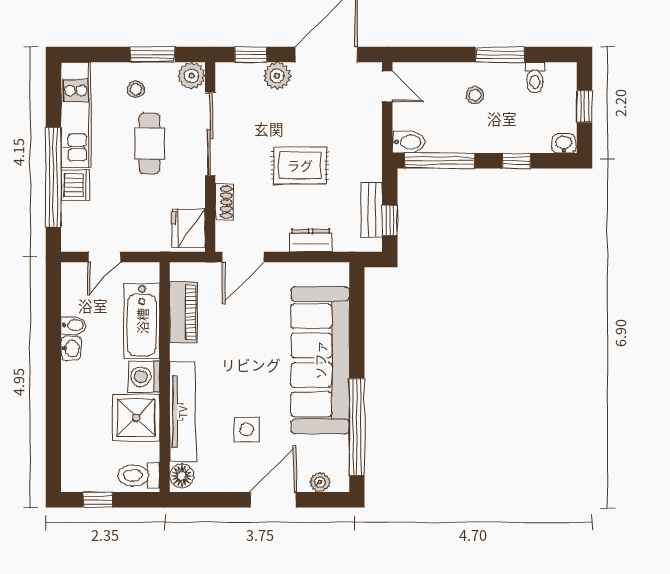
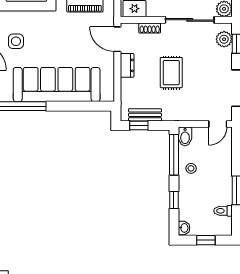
plant: (277, 76) -> (224, 39), moved
stool: (475, 95) -> (191, 168), moved
dresser: (311, 240) -> (127, 65), moved

